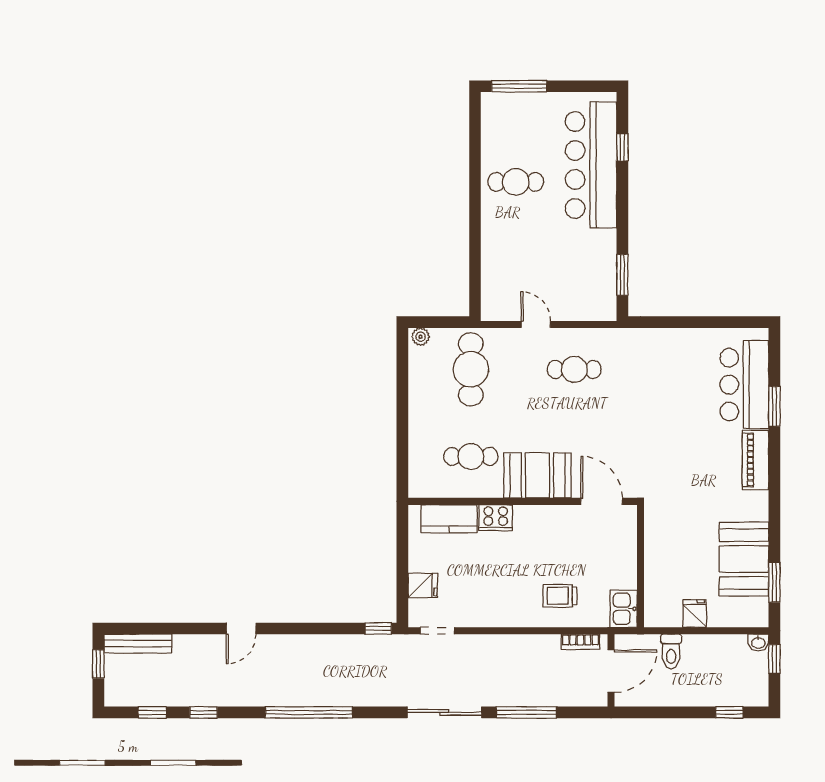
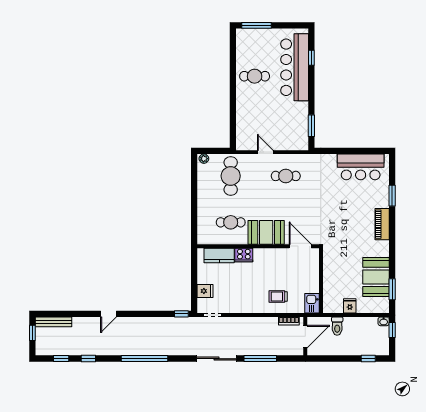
bar counter: (744, 385) -> (361, 167), moved, turned -90

